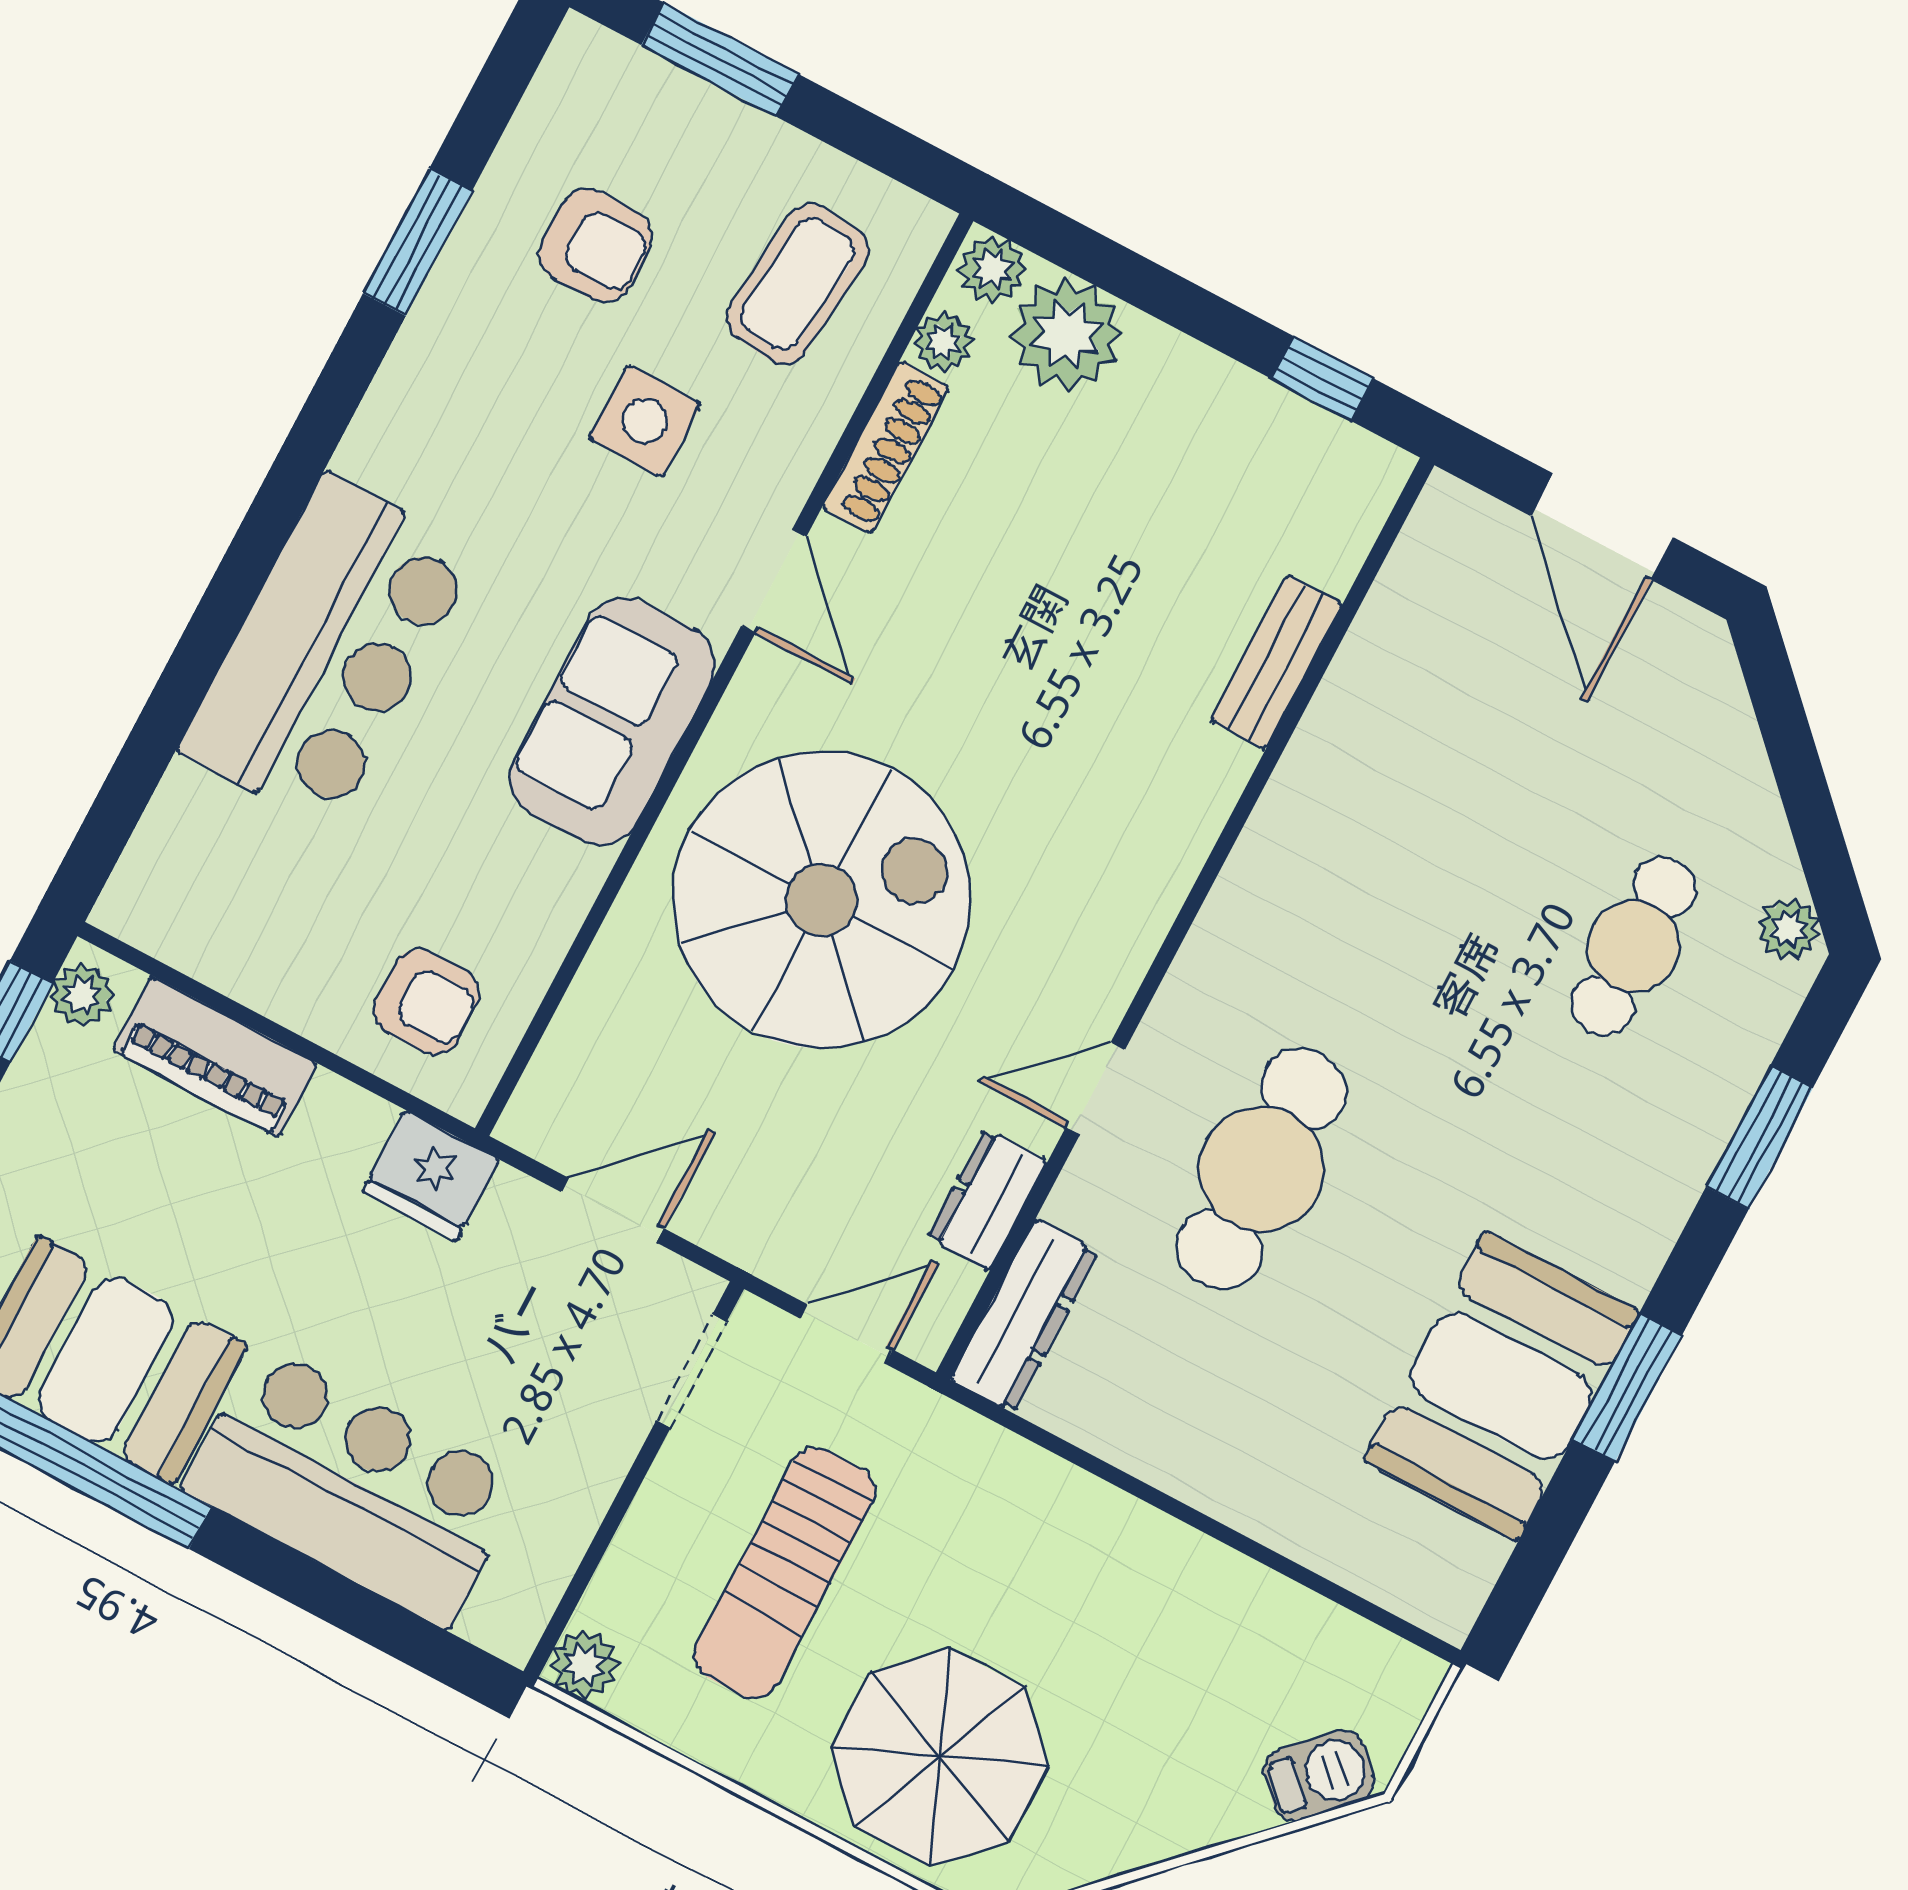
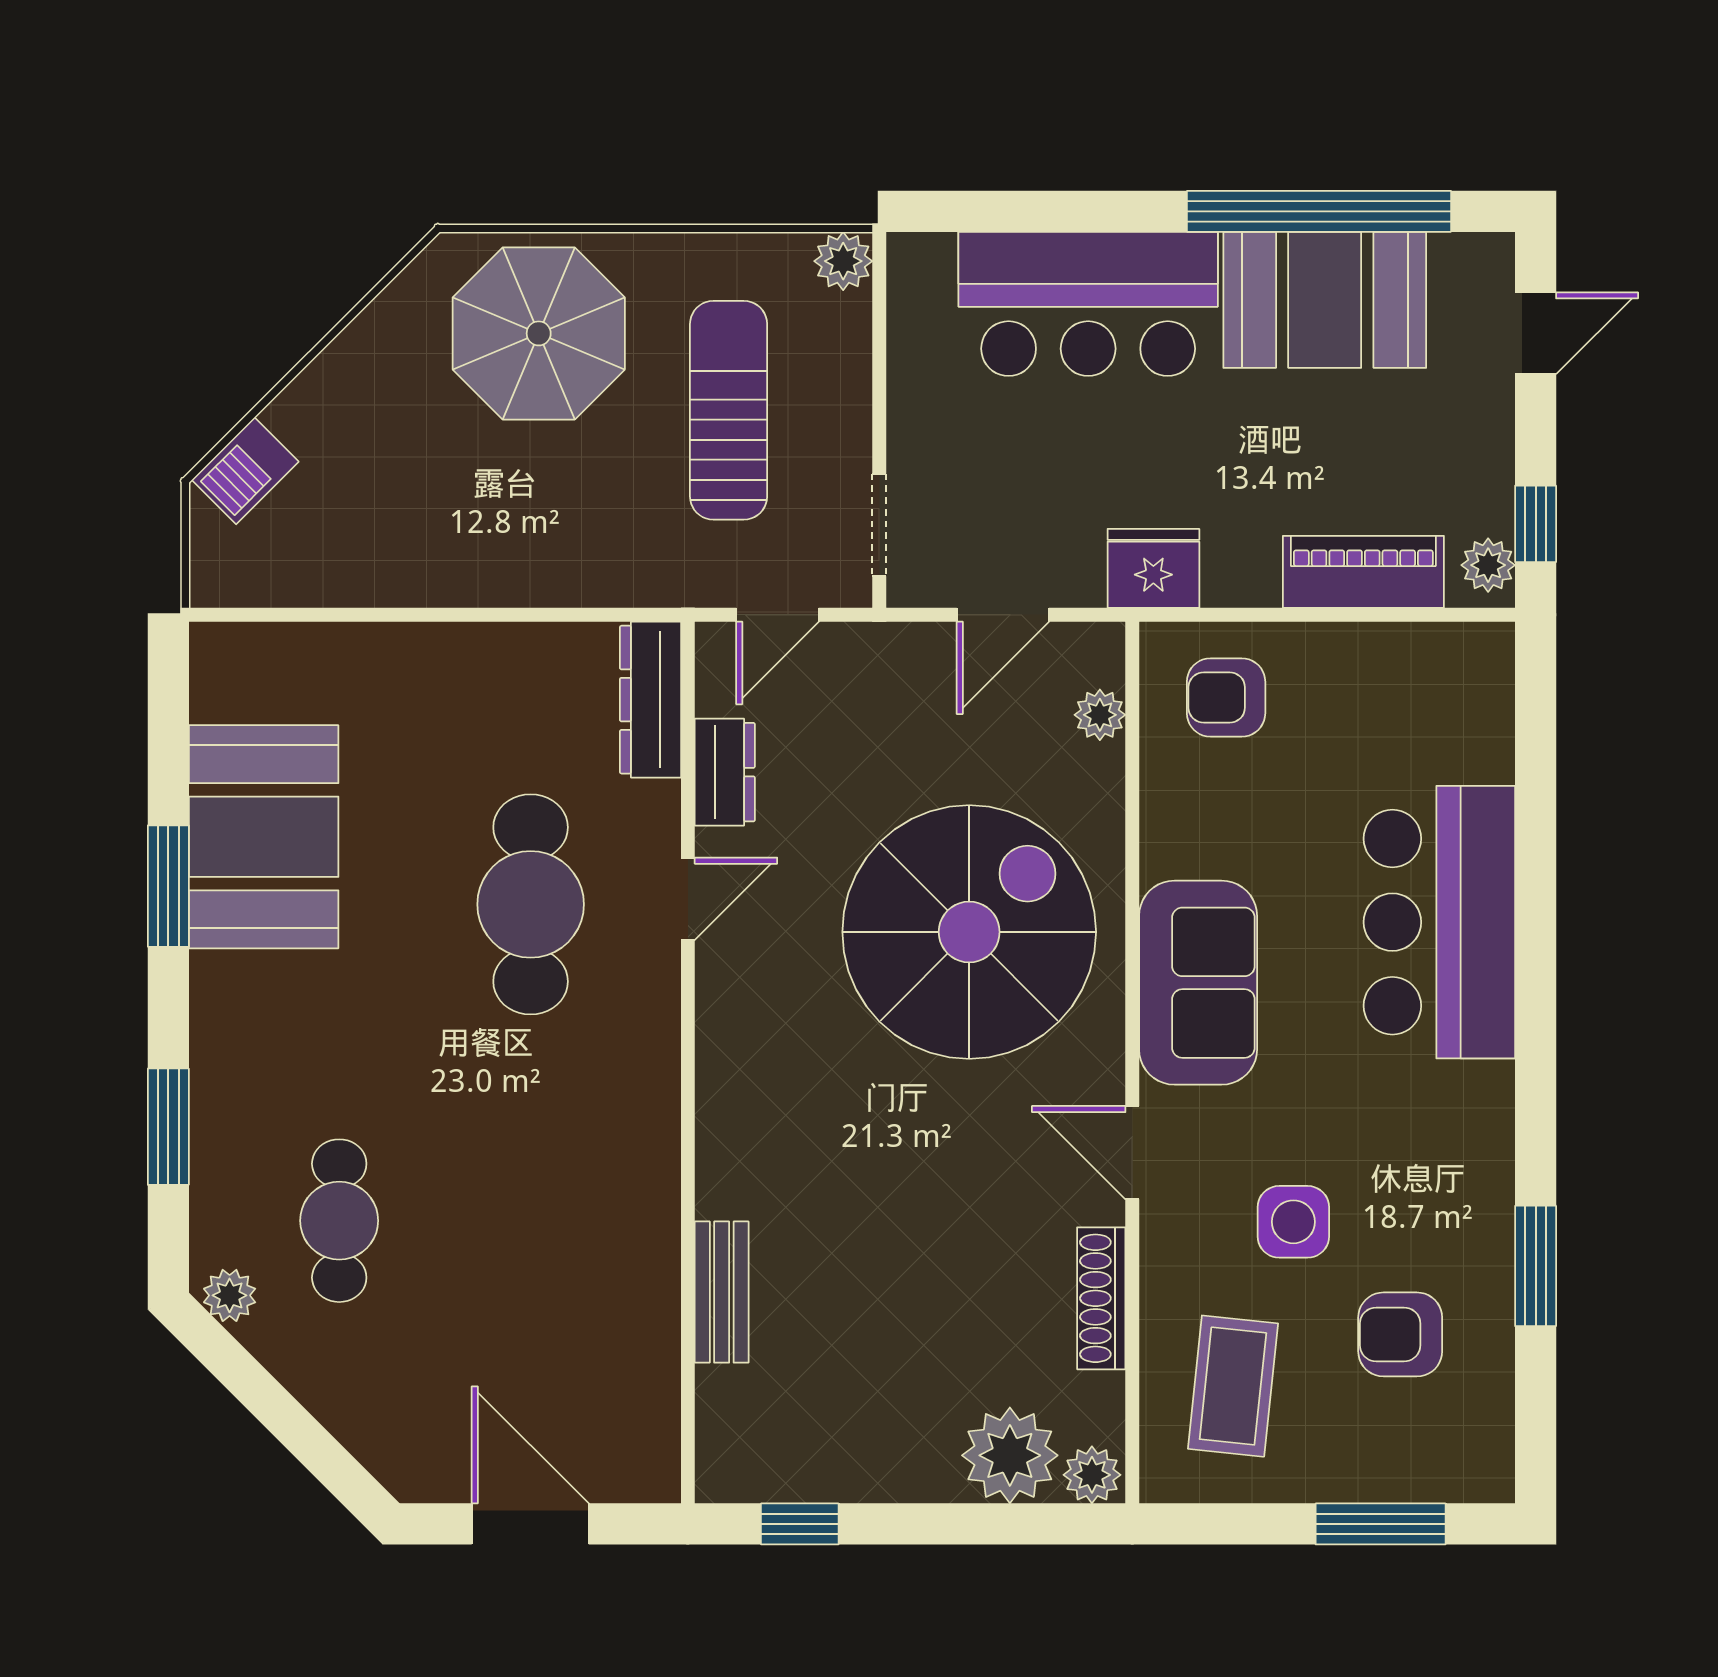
plant: (943, 342) -> (1100, 715), moved
spiral stairs: (822, 900) -> (969, 932), turned 180

